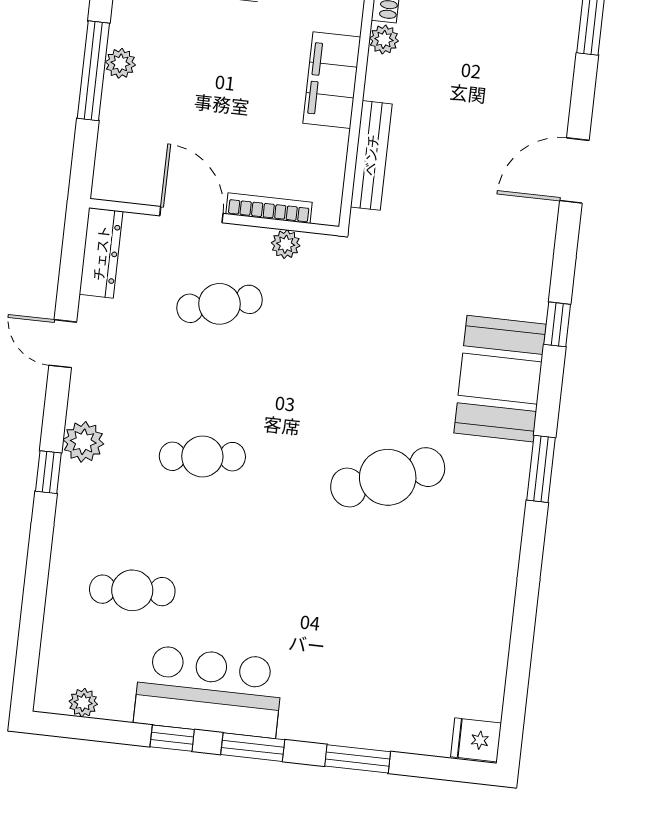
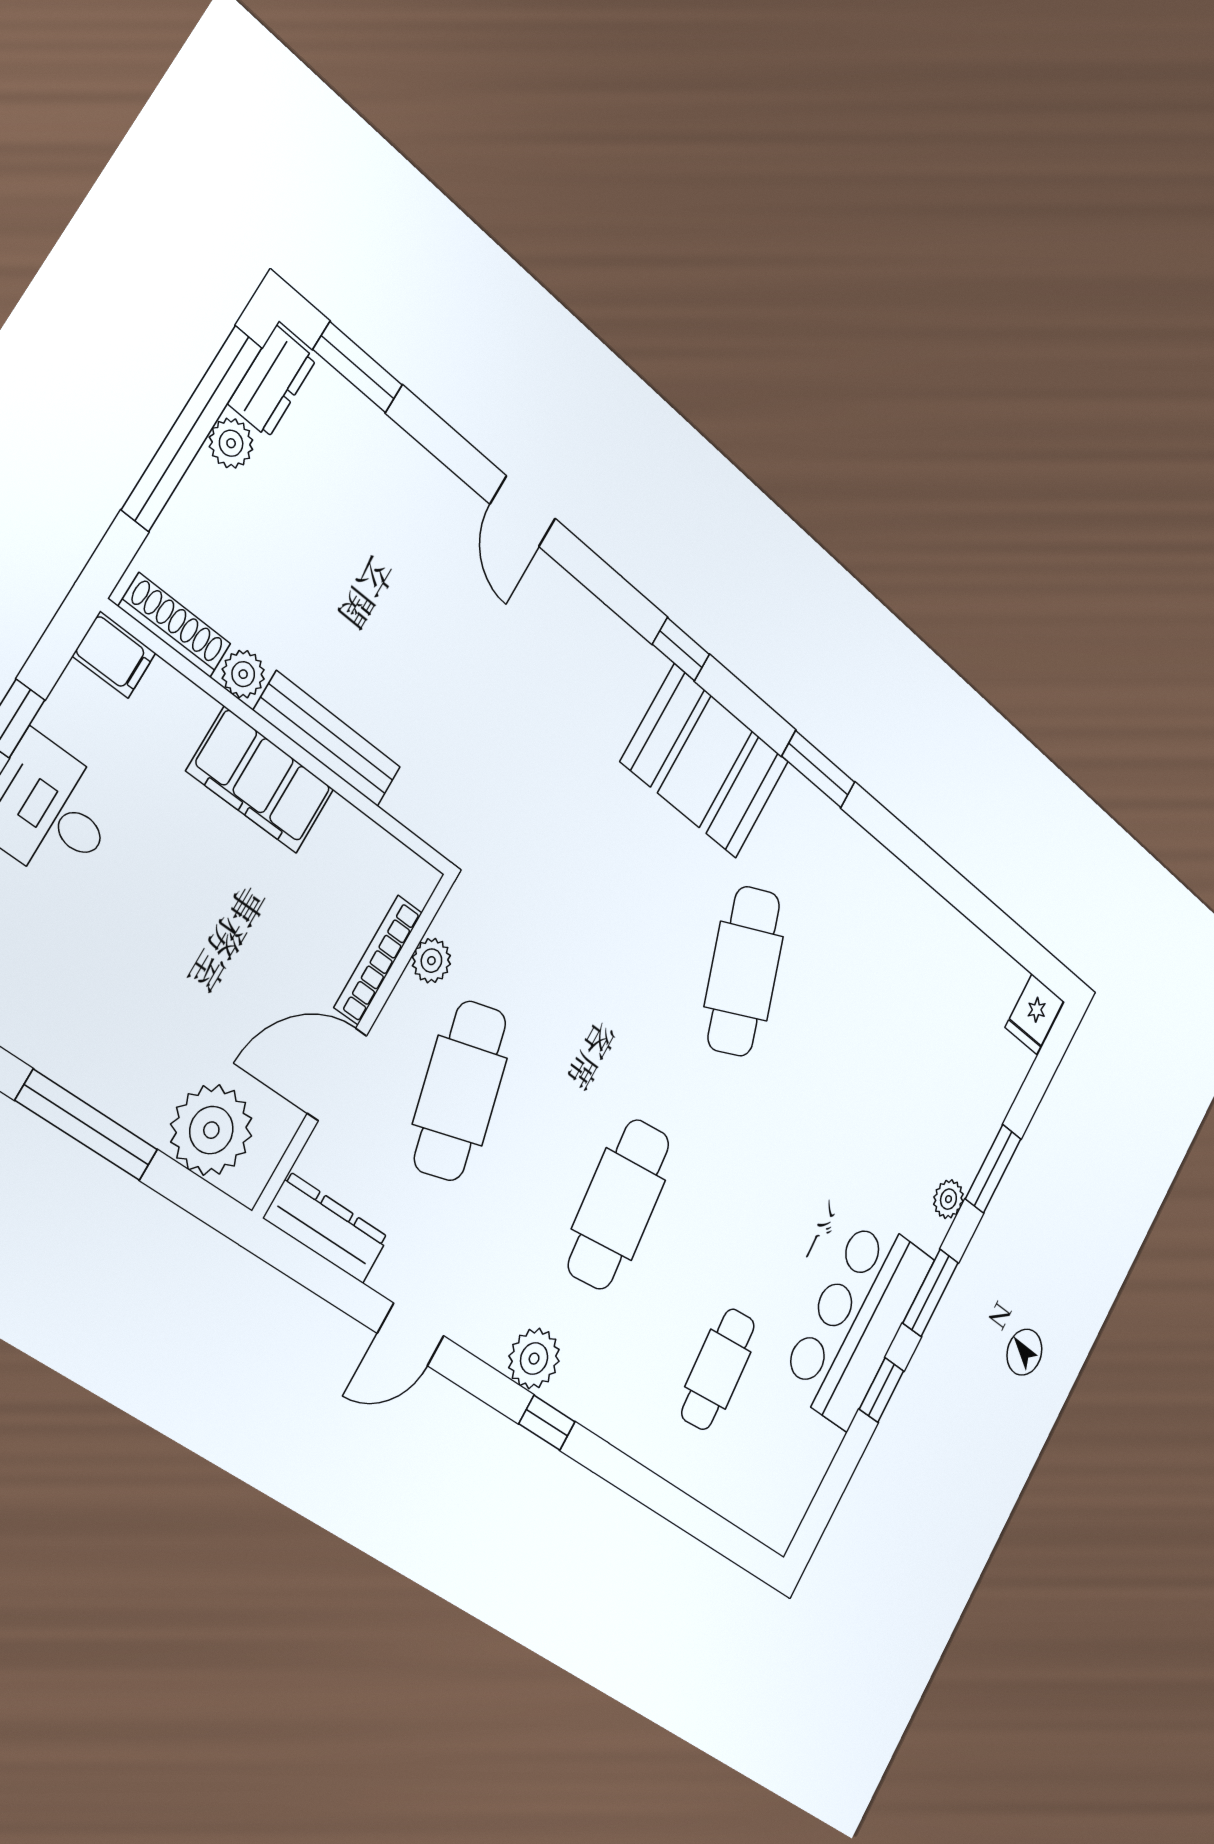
plant: (120, 63) -> (211, 1130), moved, width x1.87, depth x1.87
bench: (371, 155) -> (327, 739), moved
door: (574, 171) -> (523, 511), width x0.73
cafe table: (220, 304) -> (460, 1091), width x1.37, depth x1.35
cafe table: (202, 456) -> (619, 1204), width x1.37, depth x1.35
plant: (83, 703) -> (948, 1199), moved

